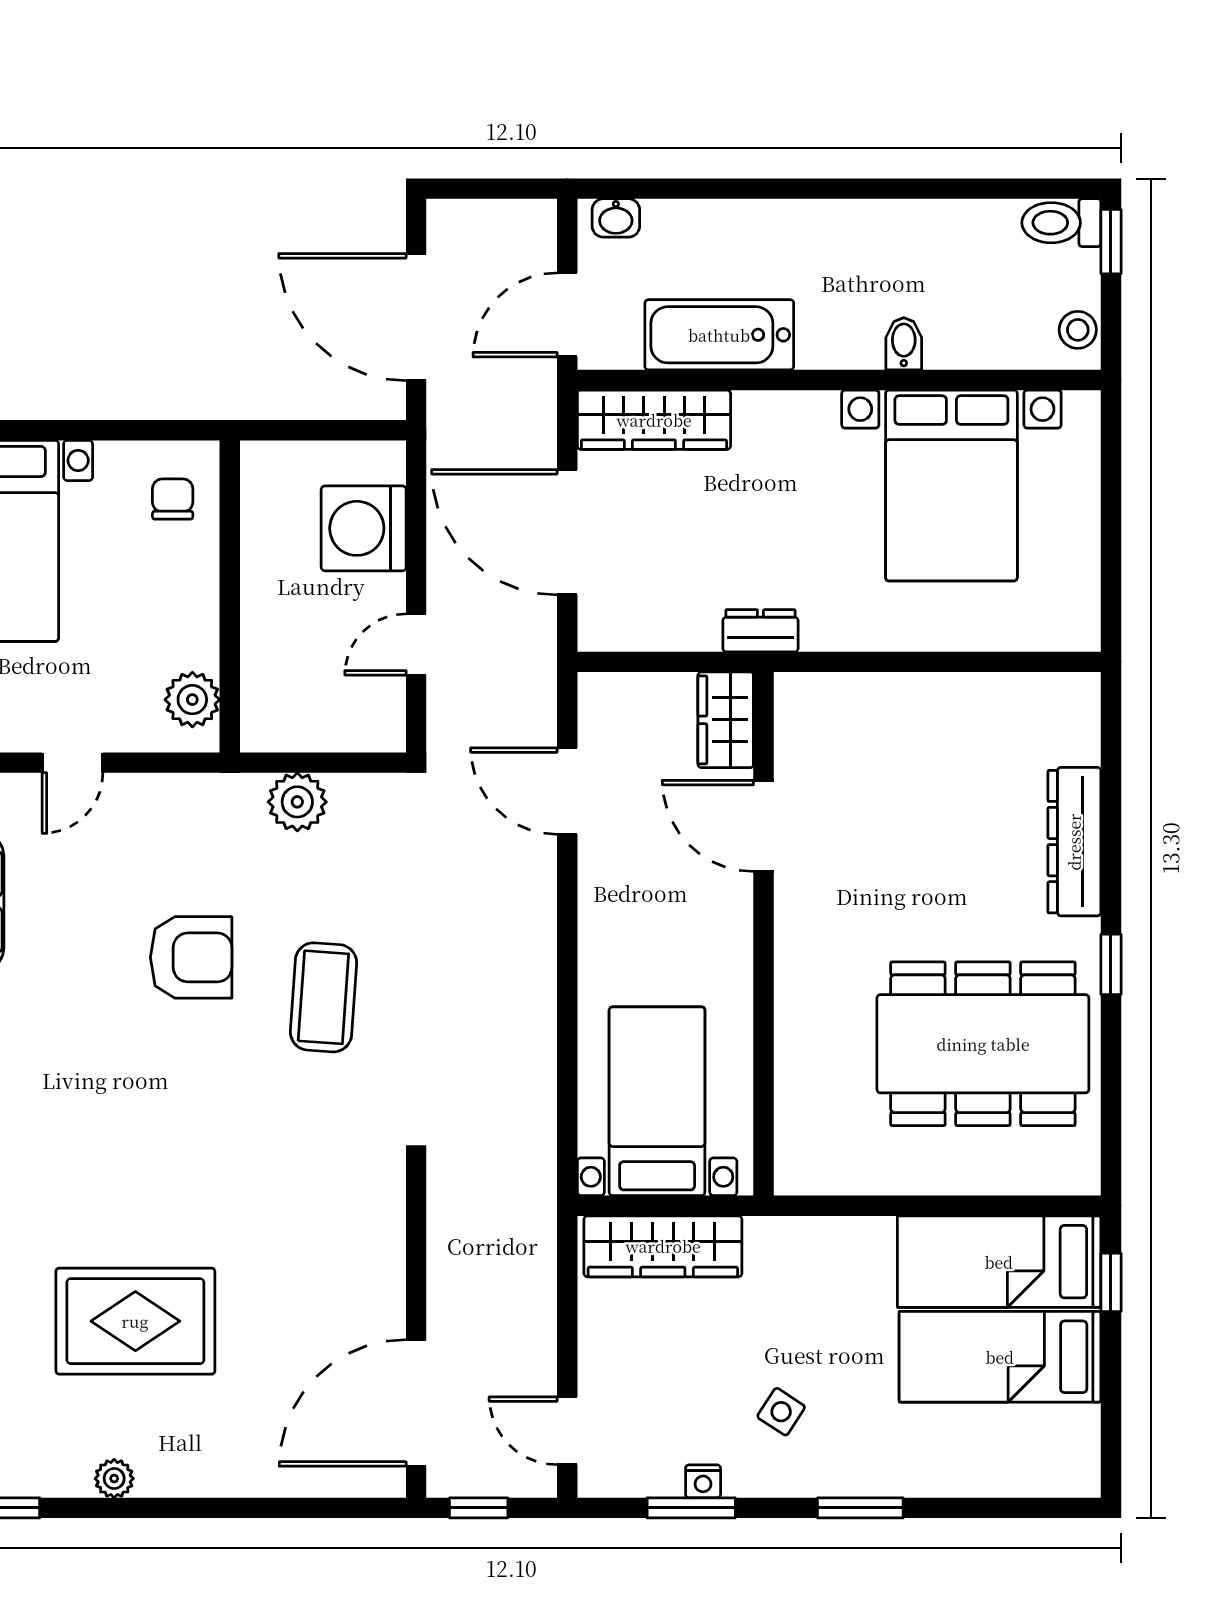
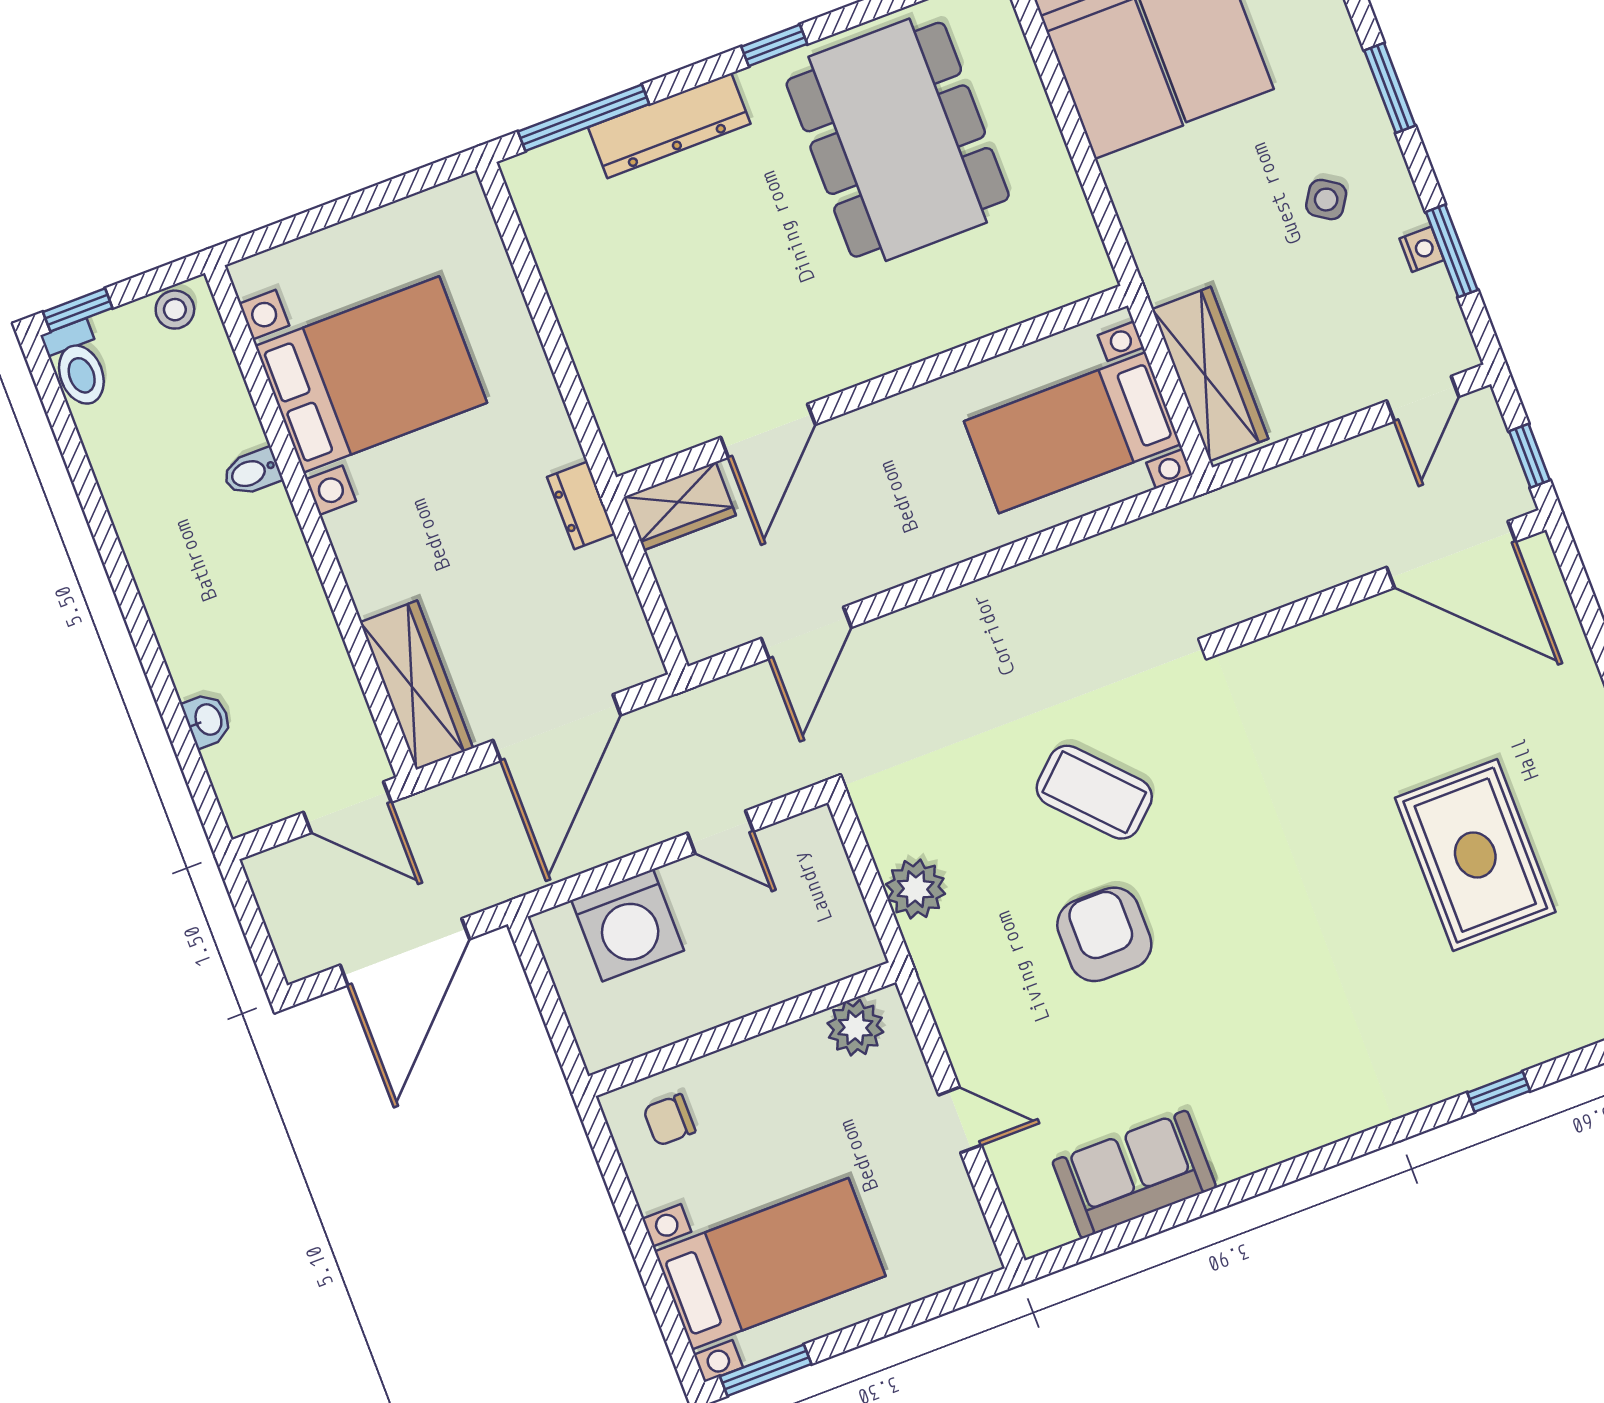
washbasin: (616, 218) -> (207, 720), moved
bathtub: (719, 335) -> (311, 653), removed
window: (1111, 767) -> (584, 118), added
coffee table: (323, 997) -> (1094, 792), turned 43

